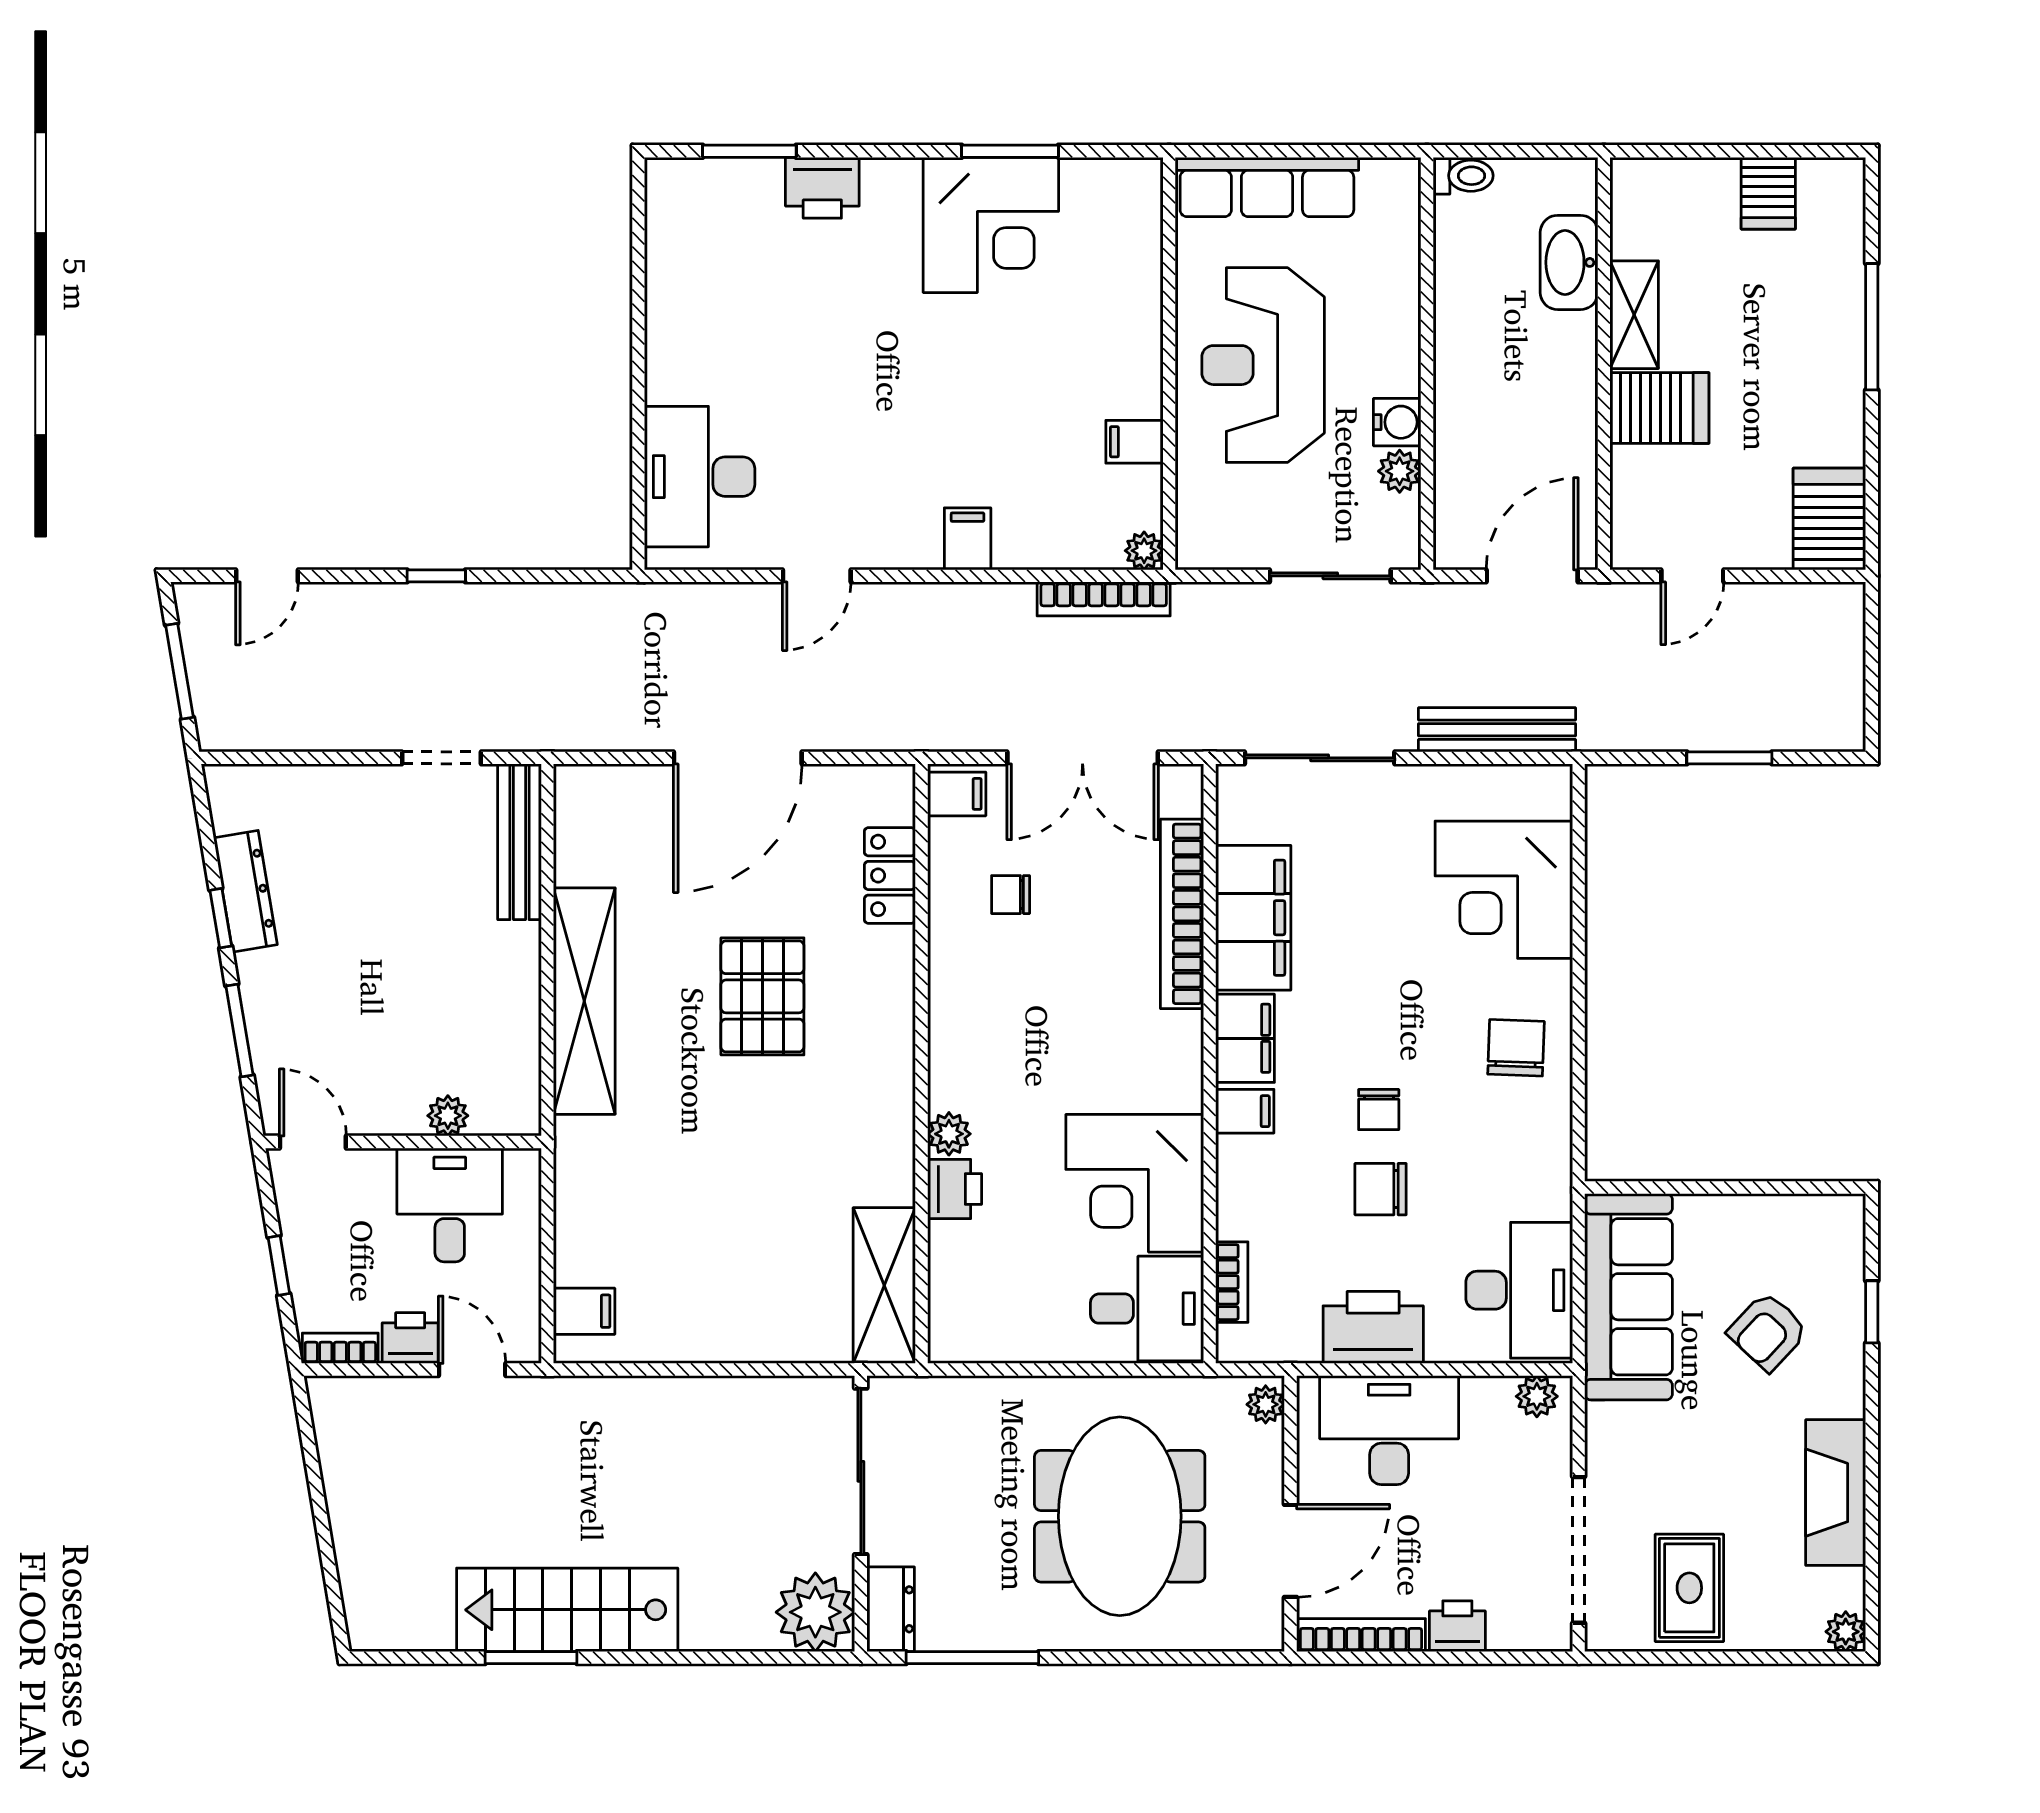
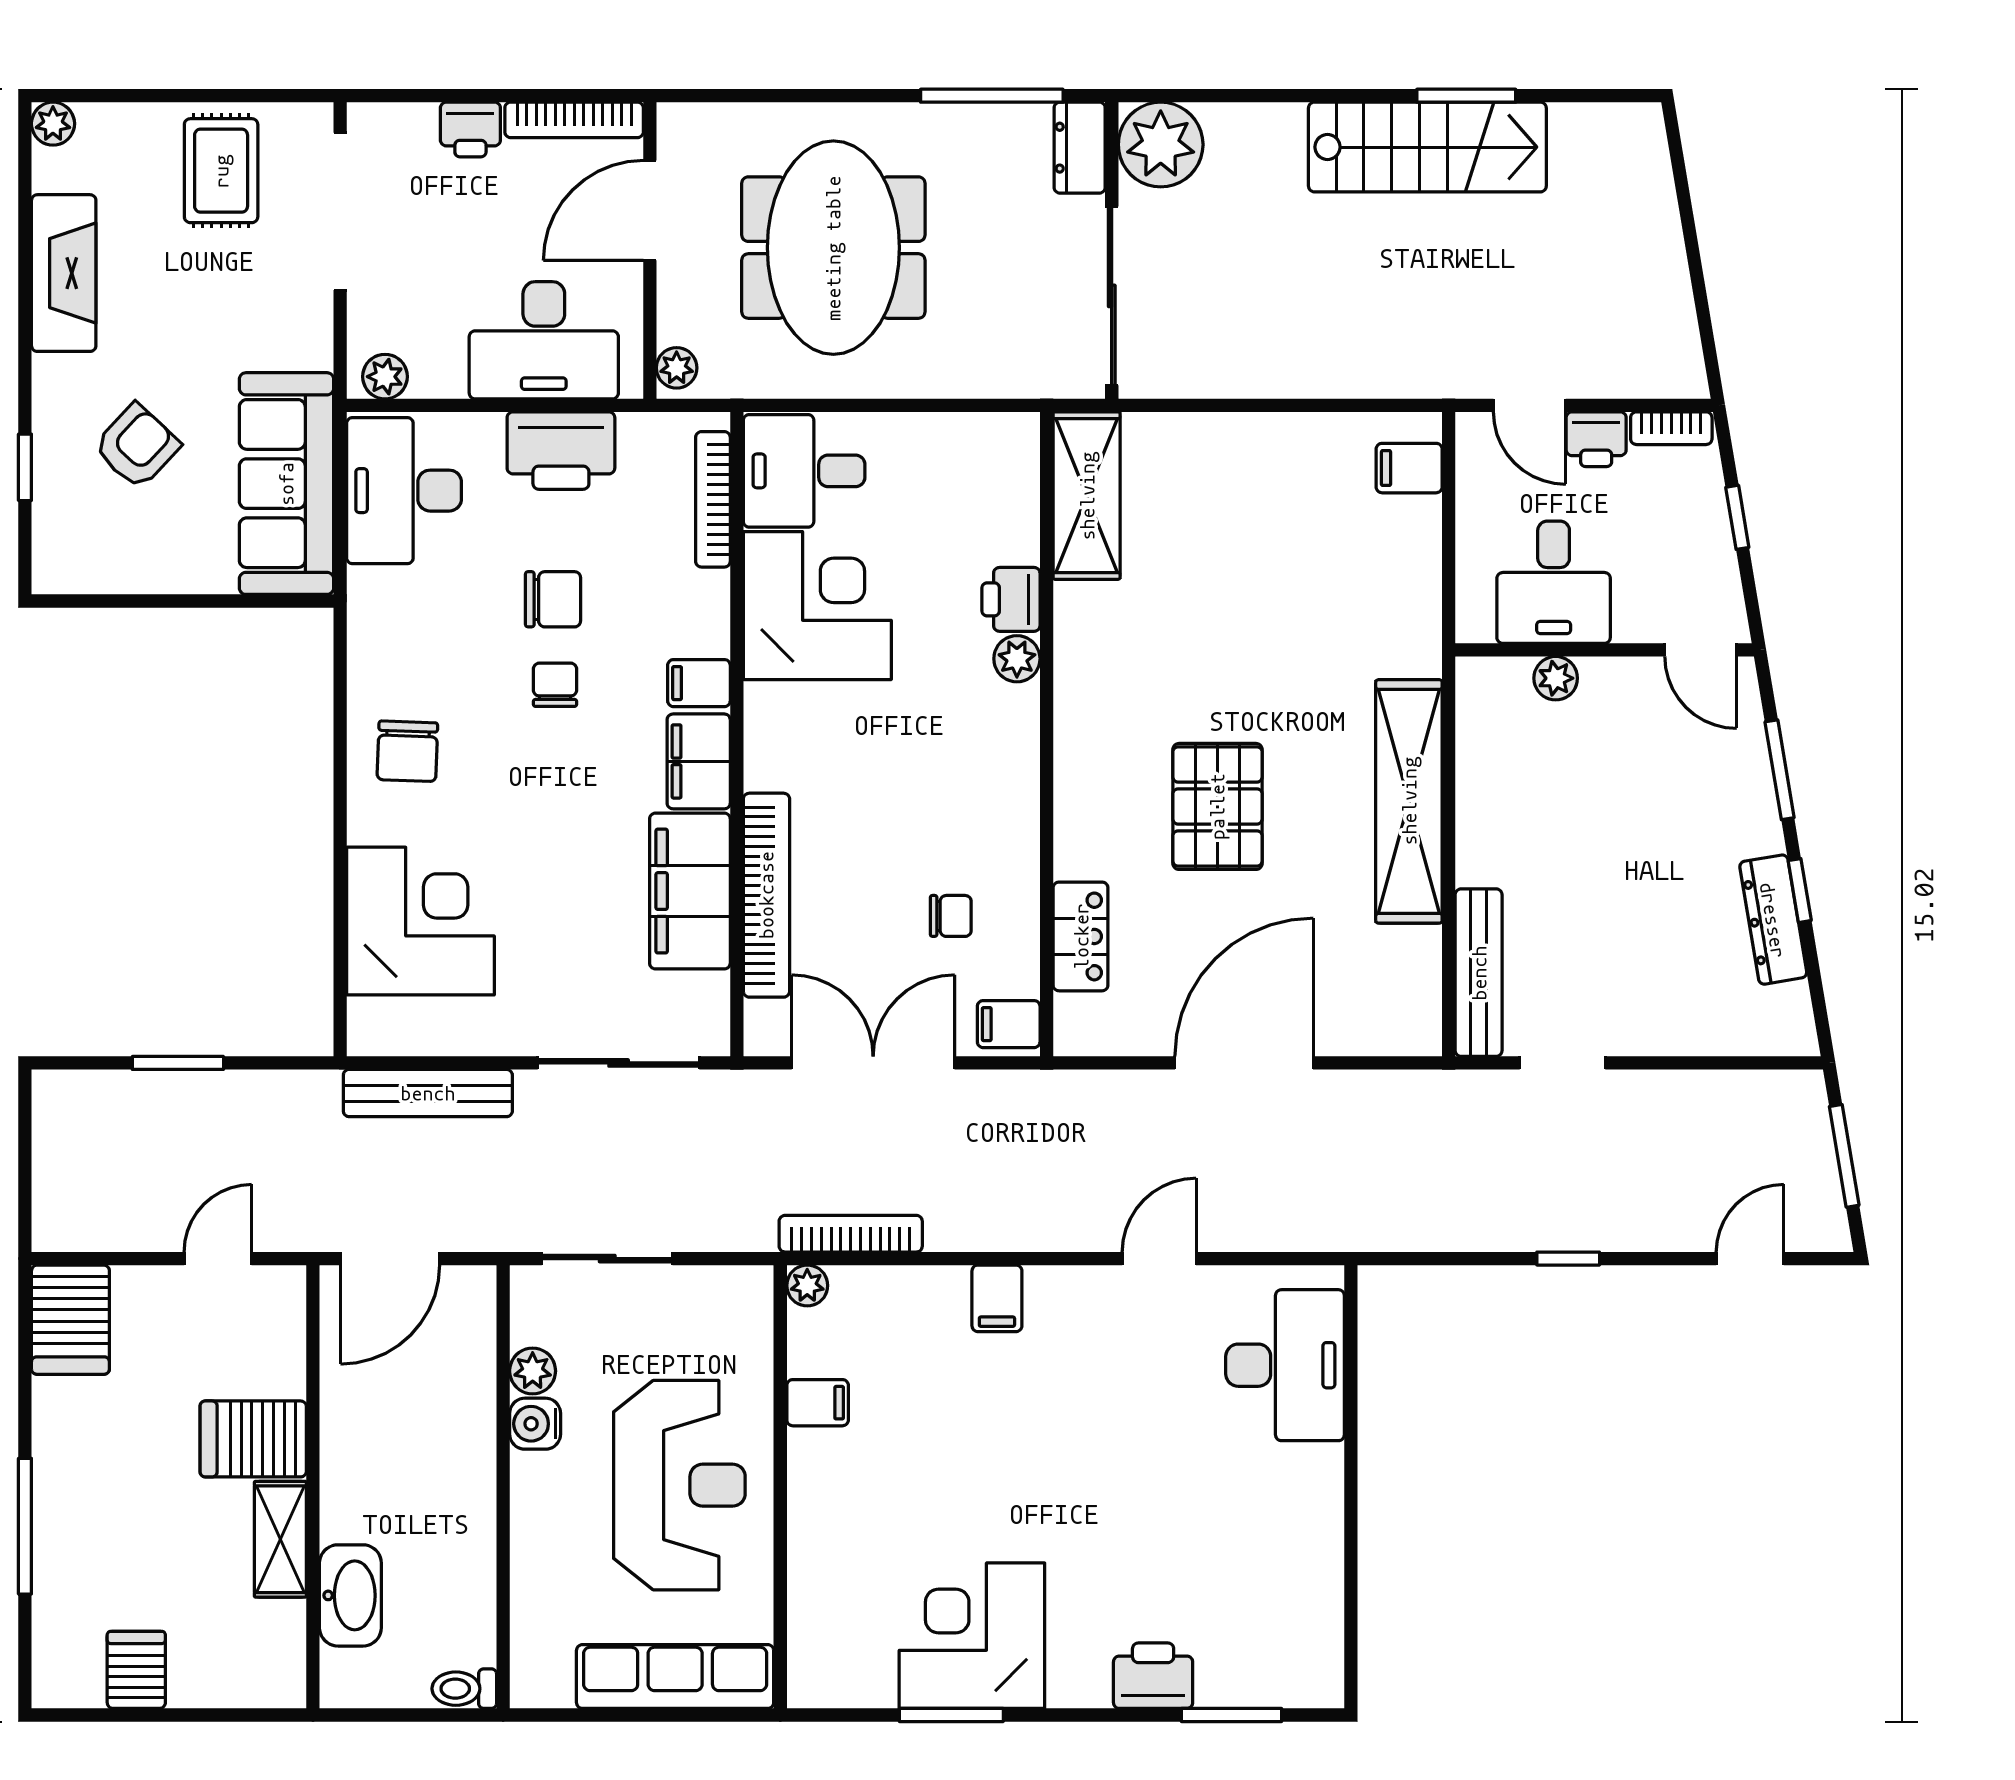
bookcase: (1232, 1282) -> (713, 499), width x1.56

